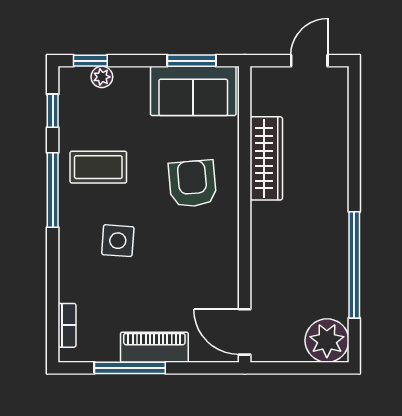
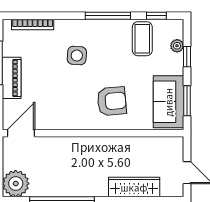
window: (90, 61) -> (187, 57), moved
wardrobe: (266, 158) -> (134, 187), moved, turned 180
coffee table: (98, 167) -> (142, 39), moved
bookcase: (67, 325) -> (33, 24), width x1.56

